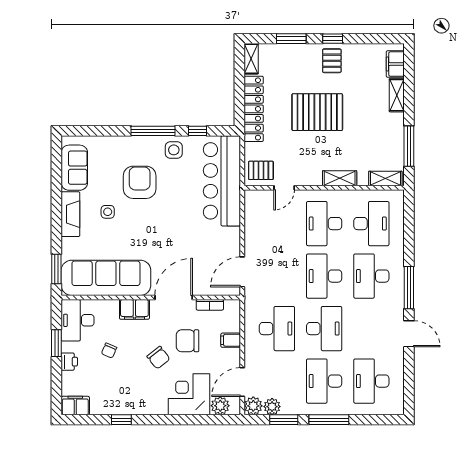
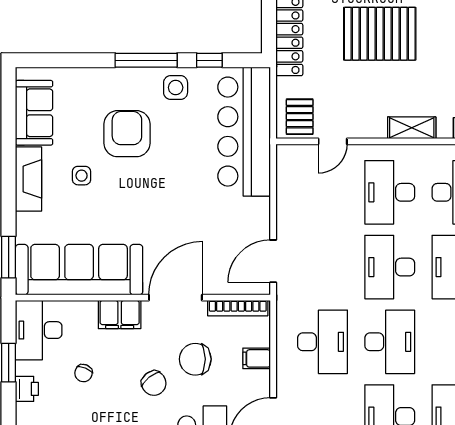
pallet: (261, 170) -> (300, 117), turned 90
bookcase: (210, 305) -> (238, 308), width x1.56

